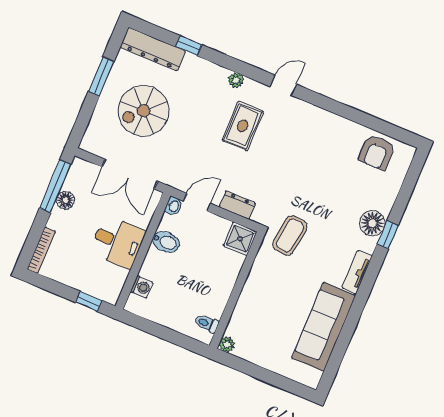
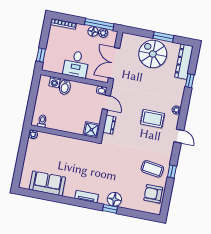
spiral stairs: (144, 111) -> (153, 54), moved
window: (344, 111) -> (172, 171), added
plant: (72, 183) -> (103, 33), added
coffee table: (290, 235) -> (152, 169), moved
bidet: (166, 242) -> (65, 87), moved
sofa: (324, 327) -> (47, 183), width x0.73

